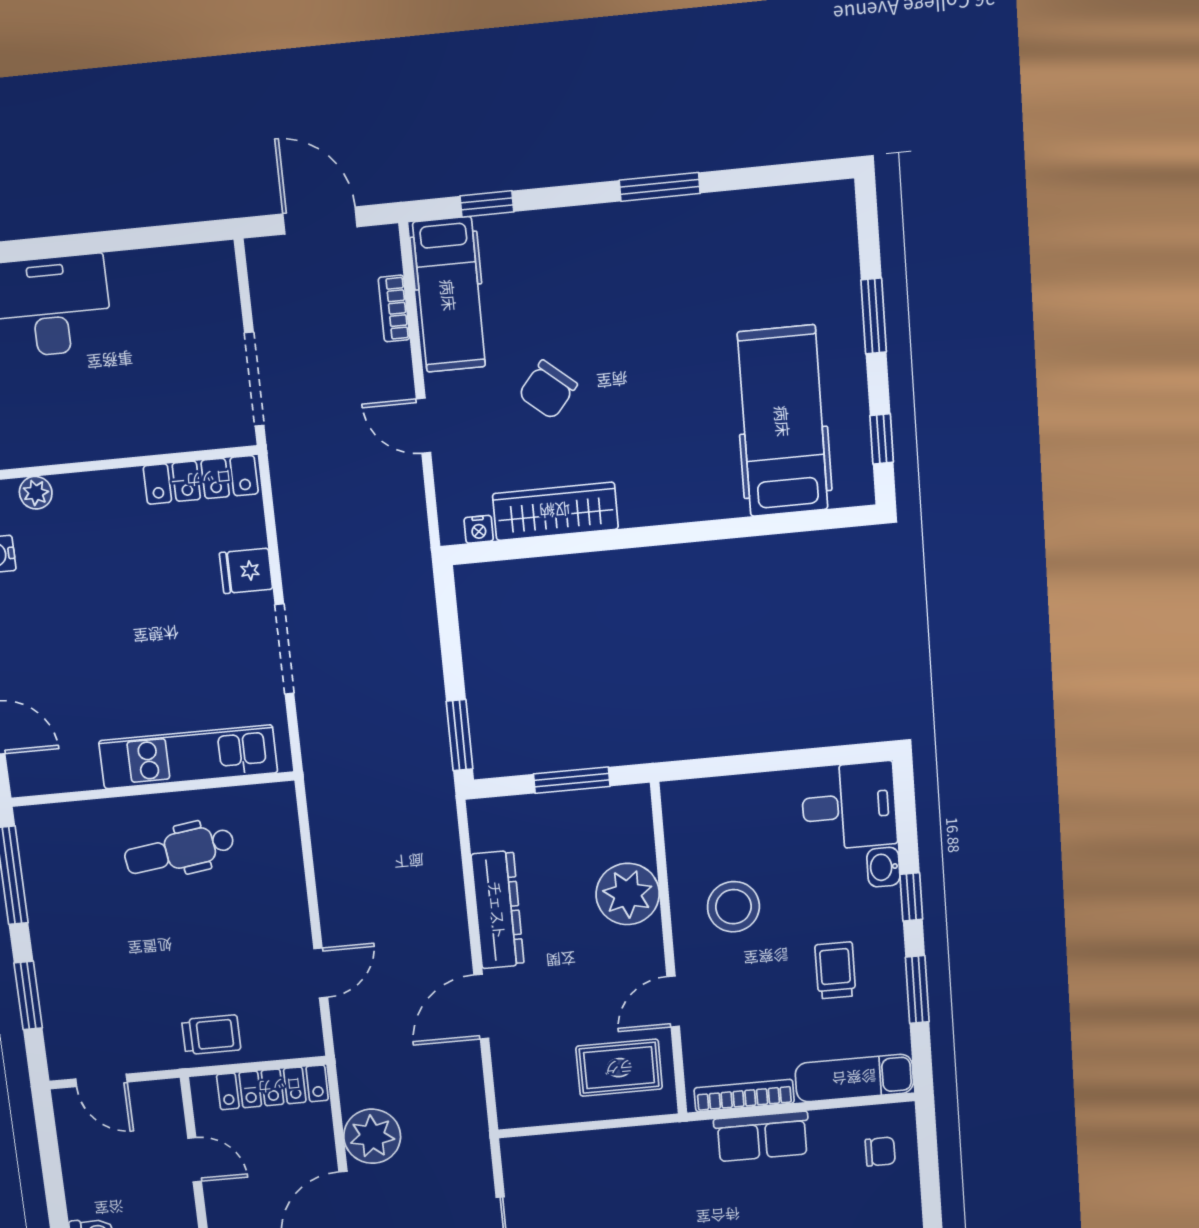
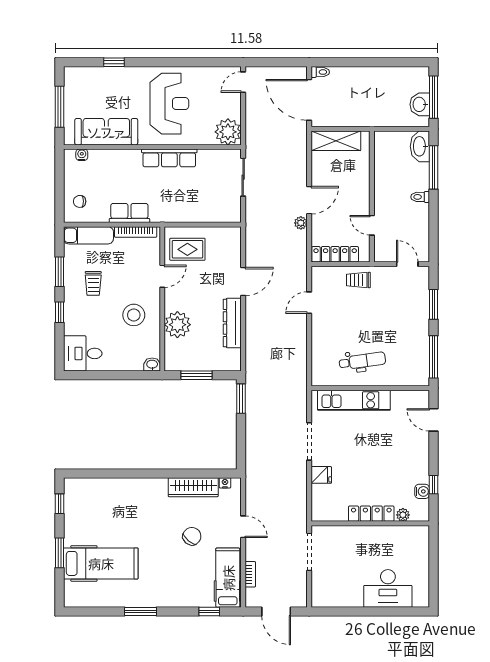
hospital bed: (783, 421) -> (101, 563), moved, turned -90
locker: (201, 480) -> (371, 514), moved
washbasin: (883, 867) -> (152, 365), moved, turned -90
plant: (372, 1136) -> (301, 223), width x0.53, depth x0.53

